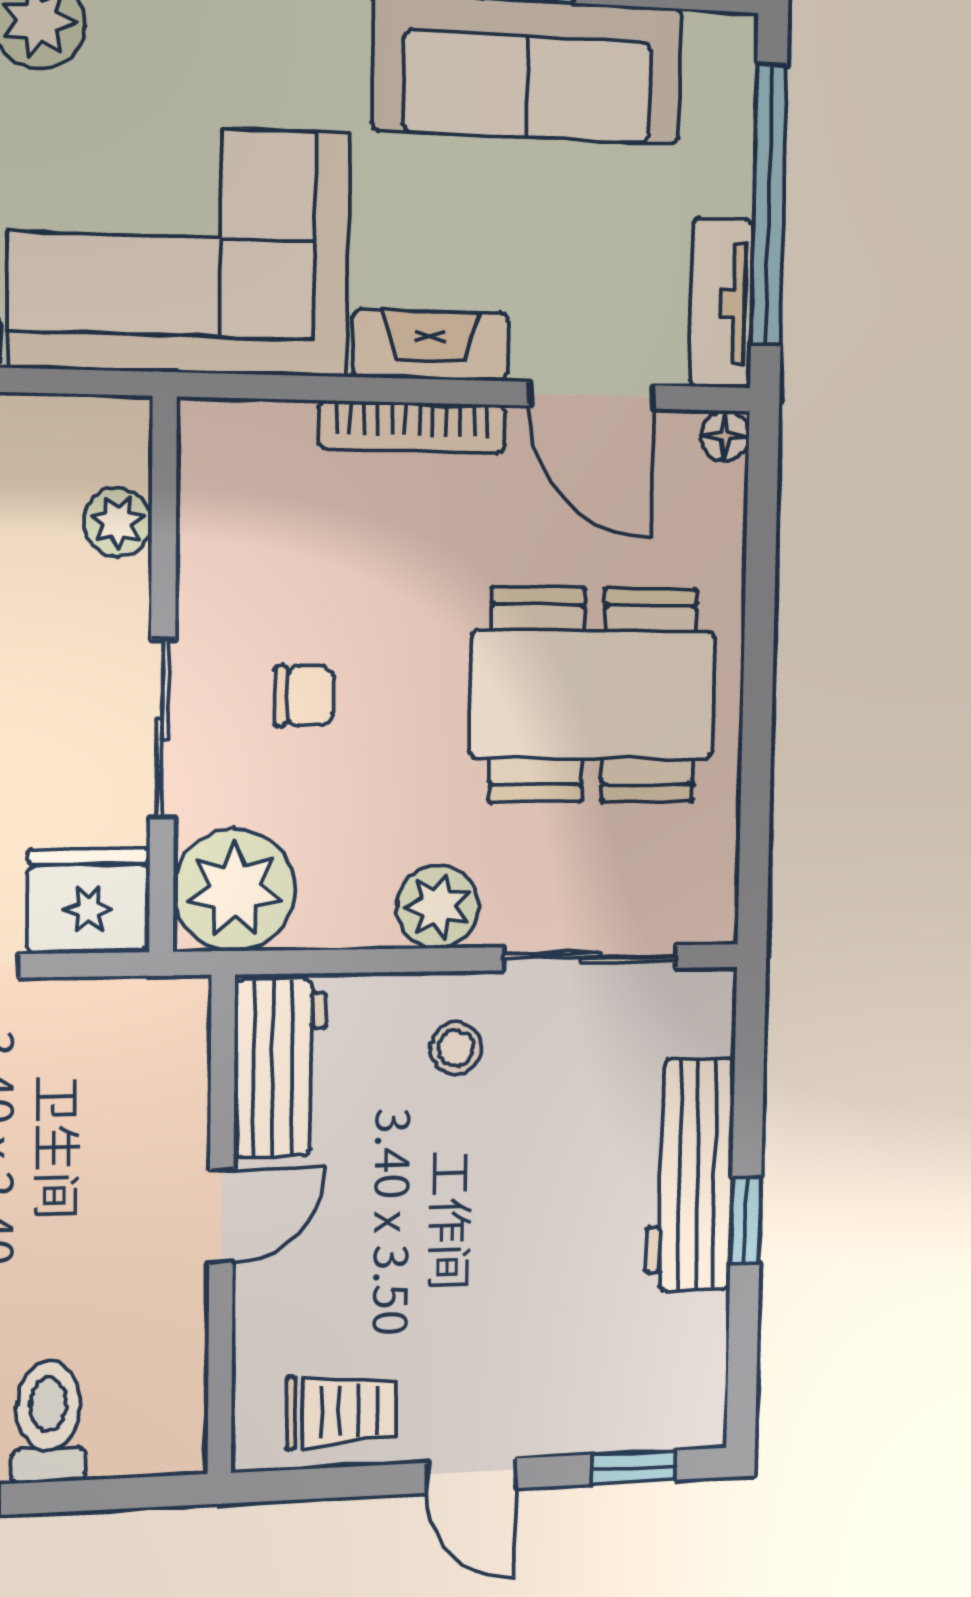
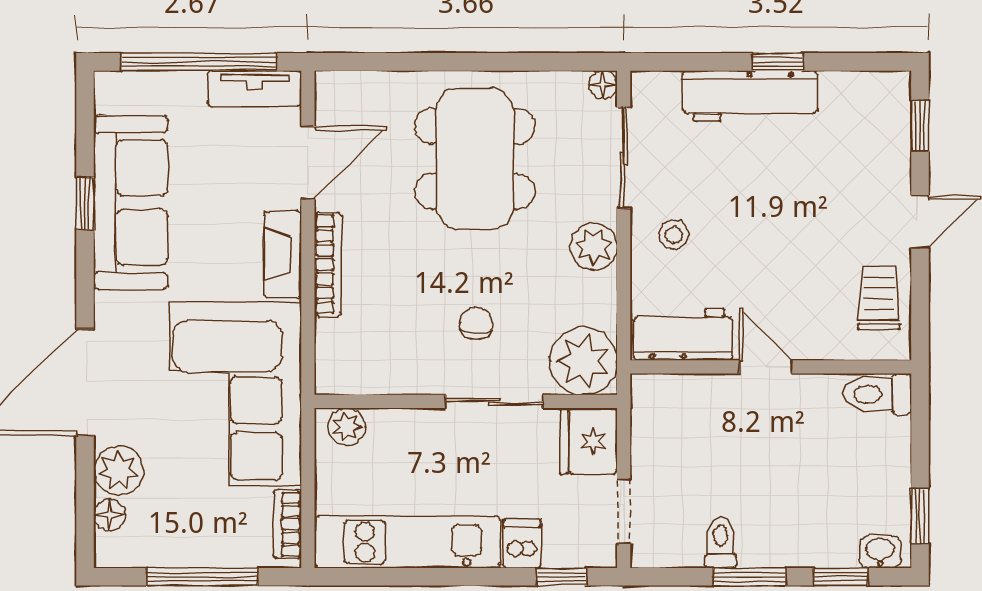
floor lamp: (725, 436) -> (603, 85), moved
plant: (118, 522) -> (347, 426), moved
toilet: (48, 1422) -> (877, 394), moved

